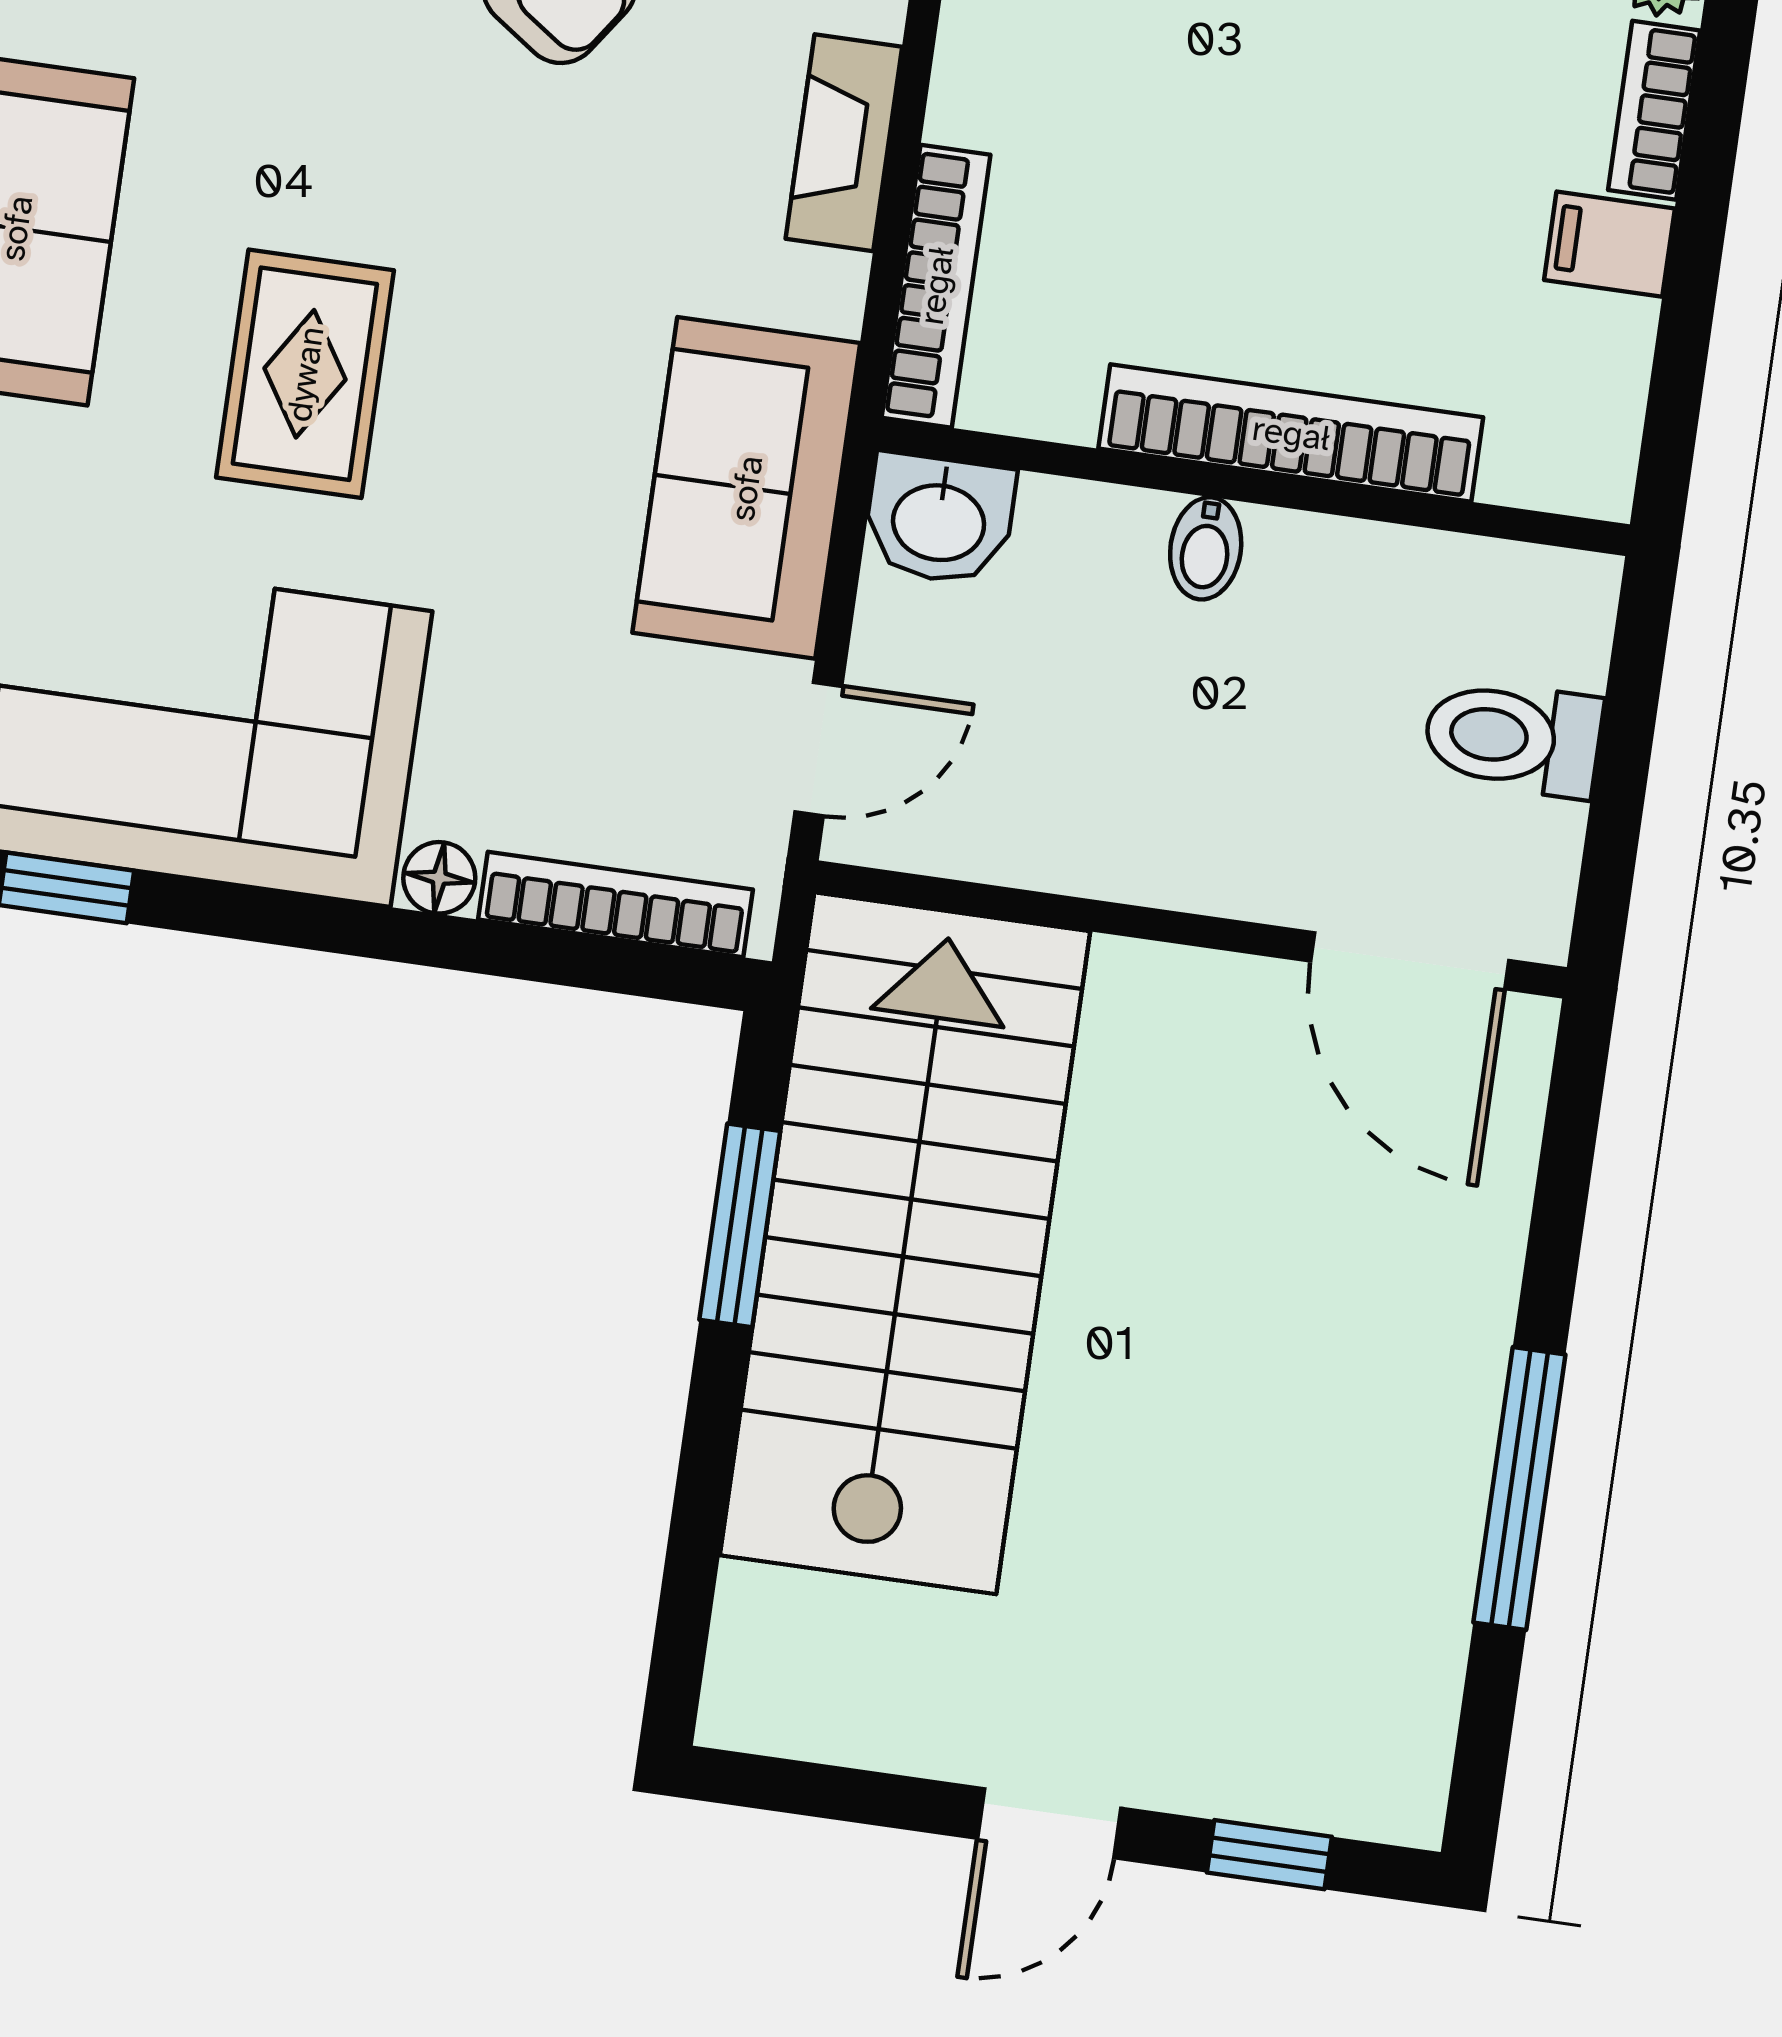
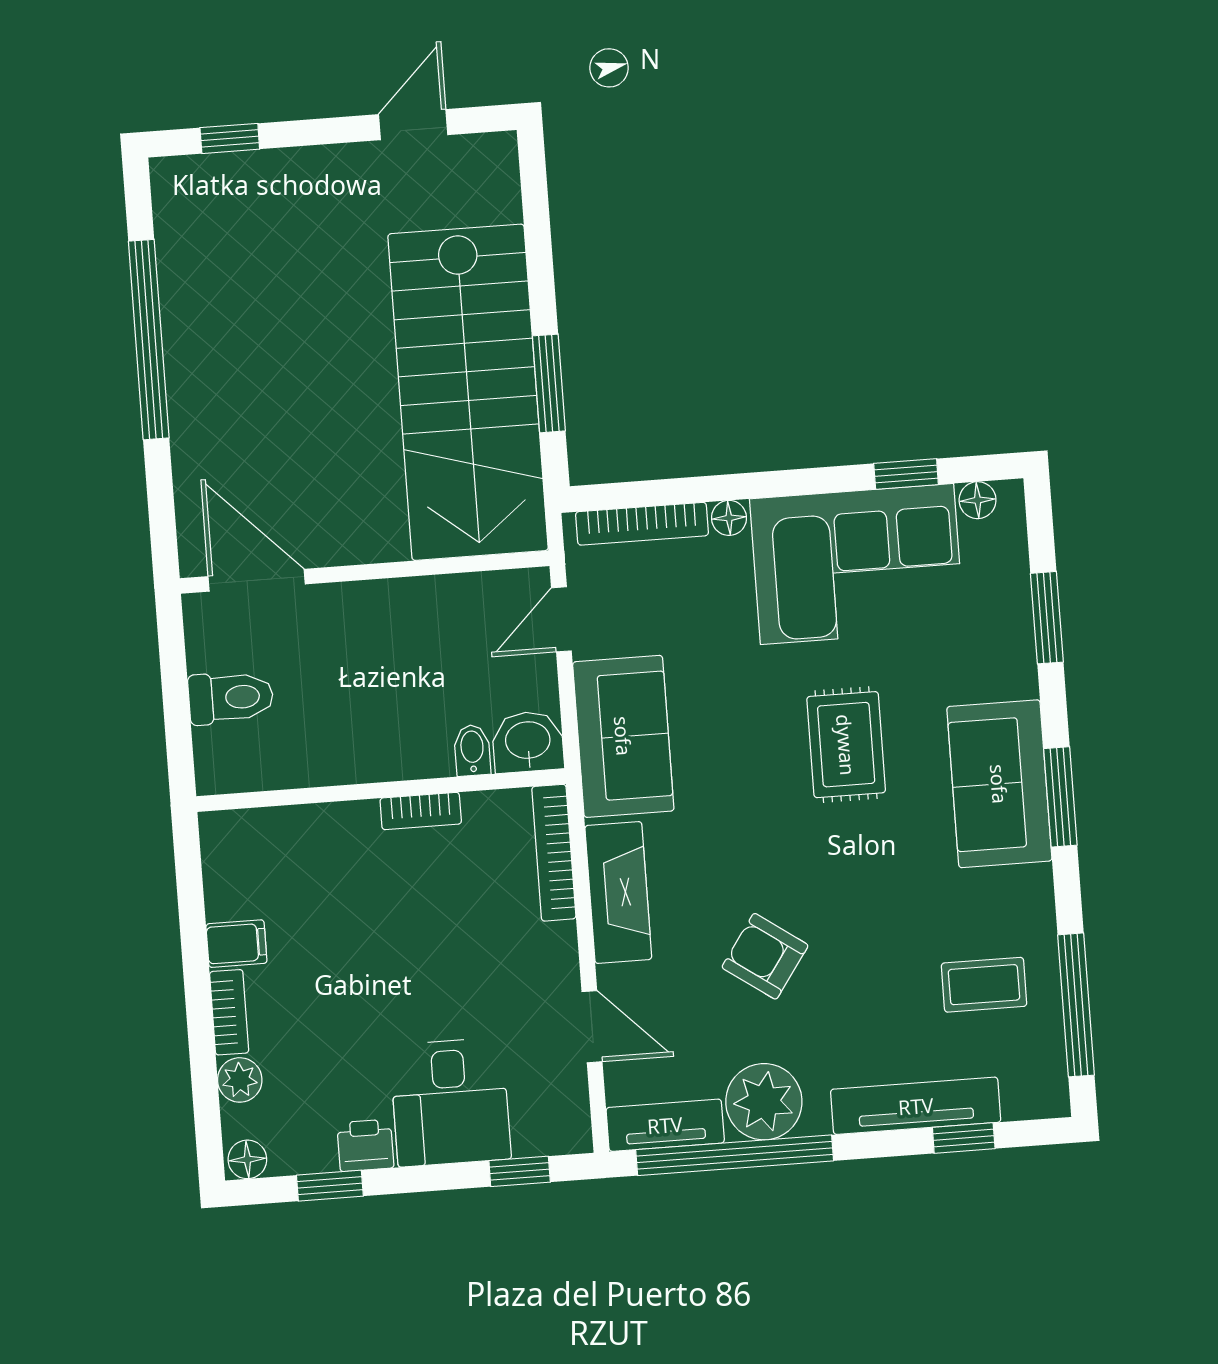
fireplace: (844, 143) -> (618, 892), width x1.37, depth x1.32
bookcase: (1291, 433) -> (421, 811), width x0.43, depth x0.76
bidet: (1206, 548) -> (472, 750), moved
window: (1519, 1489) -> (149, 340), width x1.46
door: (1049, 1823) -> (413, 125), moved

